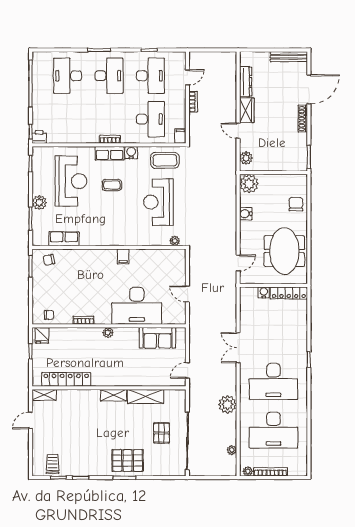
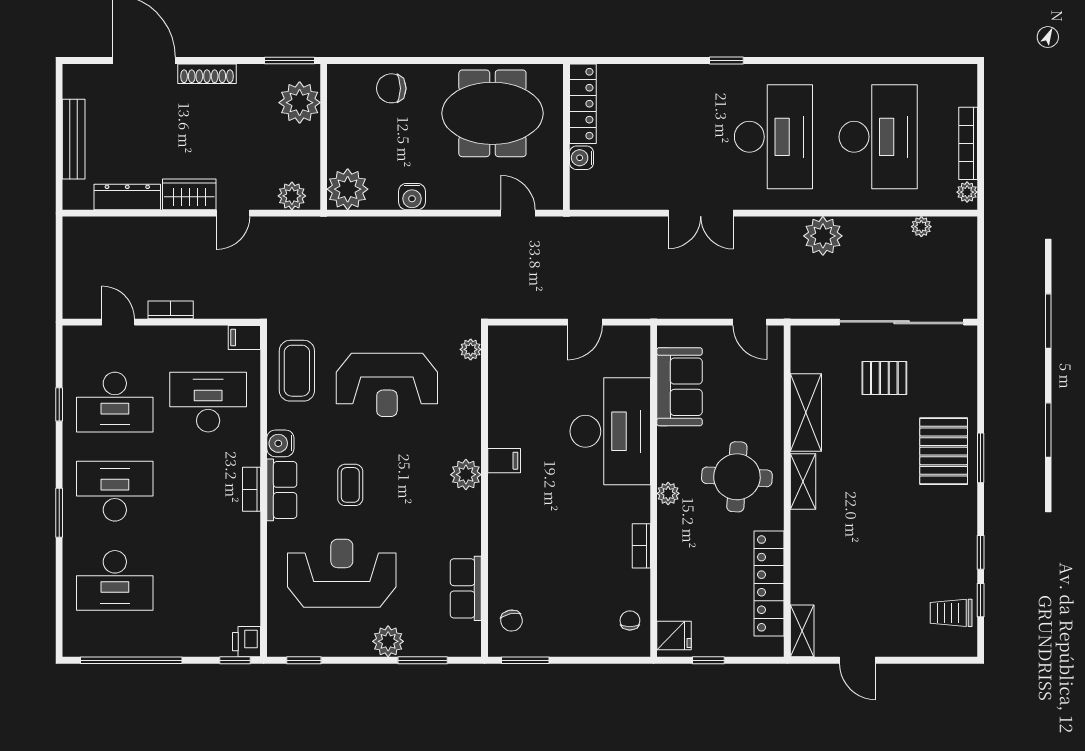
bench: (289, 57) -> (74, 139), moved
desk: (150, 76) -> (115, 402), turned 180
plant: (289, 162) -> (300, 103), added
plant: (117, 239) -> (466, 475), added
round table: (116, 365) -> (737, 477), added

